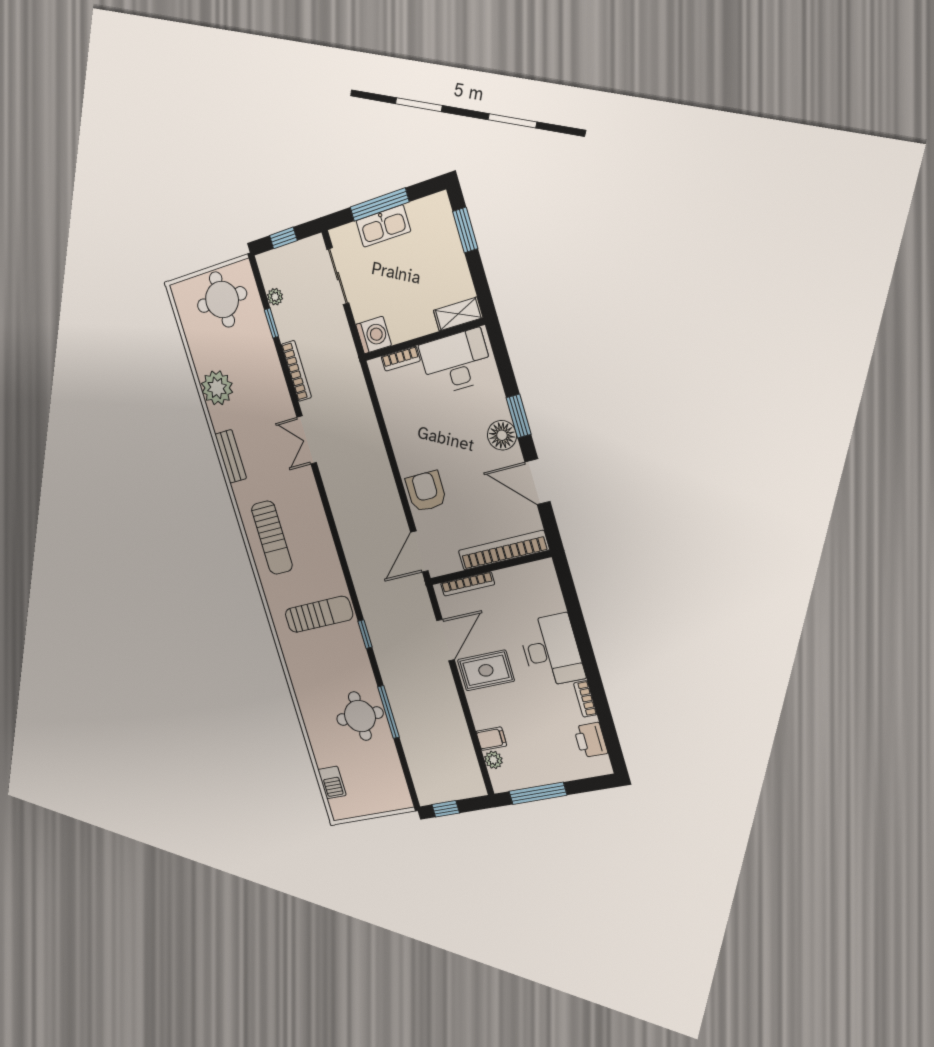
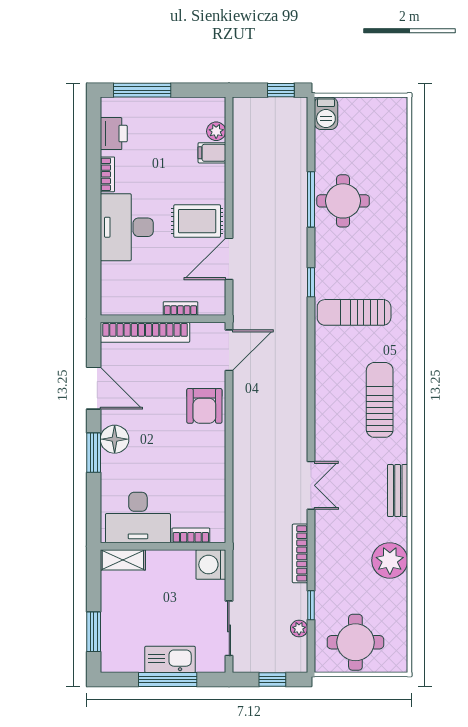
bookcase: (467, 584) -> (180, 308), width x0.64
barbecue: (332, 782) -> (326, 113), moved, turned 180
window: (538, 793) -> (142, 90), moved

